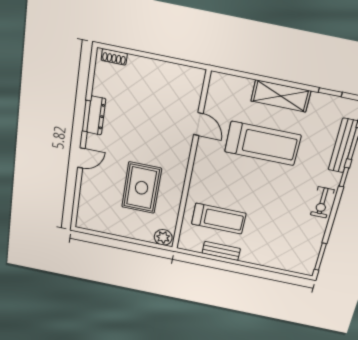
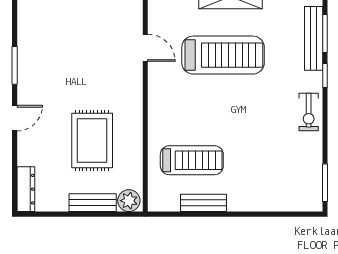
dresser: (96, 115) -> (26, 189), moved
bench: (135, 233) -> (93, 203), added

